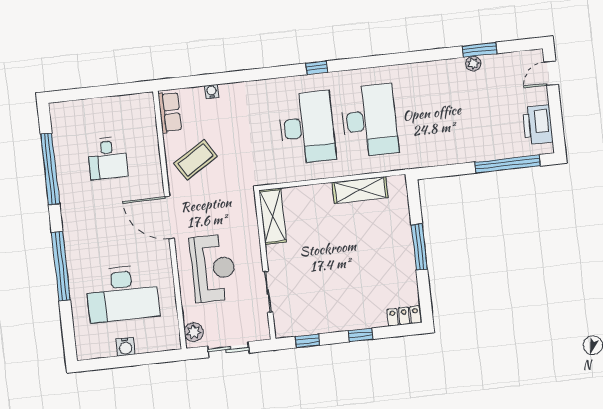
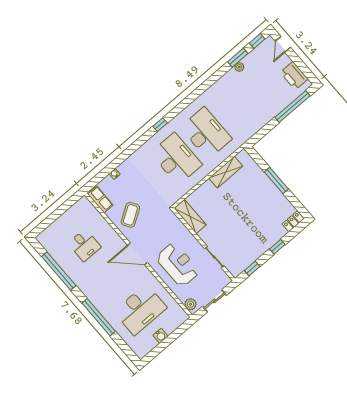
window: (520, 45) -> (257, 41), added

